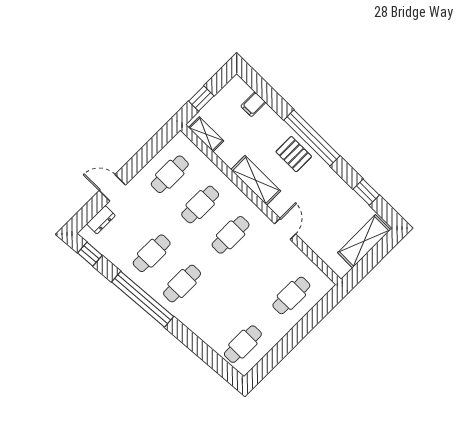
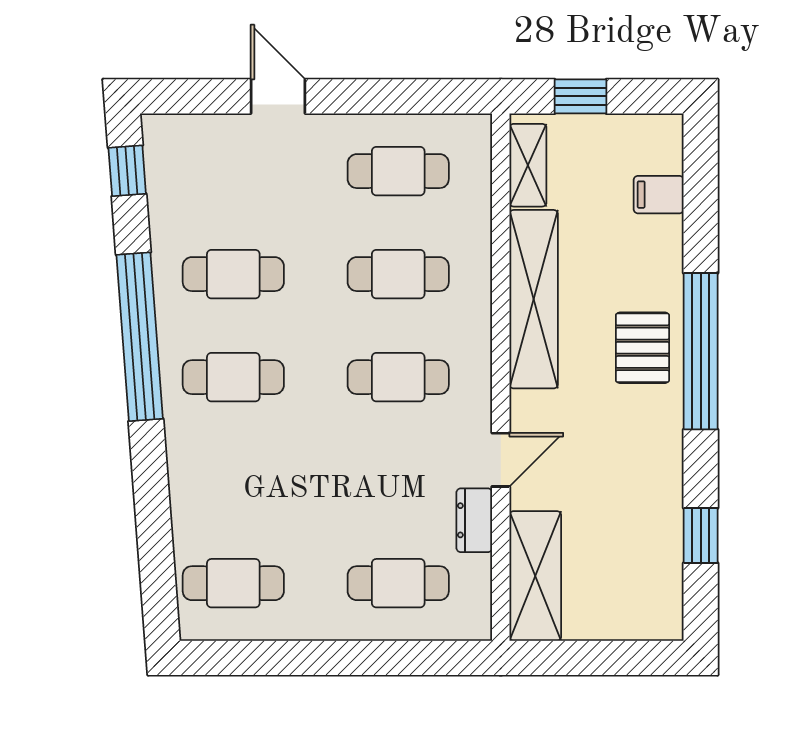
shelving: (256, 180) -> (534, 299), width x1.47
dresser: (101, 220) -> (474, 520), moved, turned 90
shelving: (364, 241) -> (535, 576), moved, turned 90

